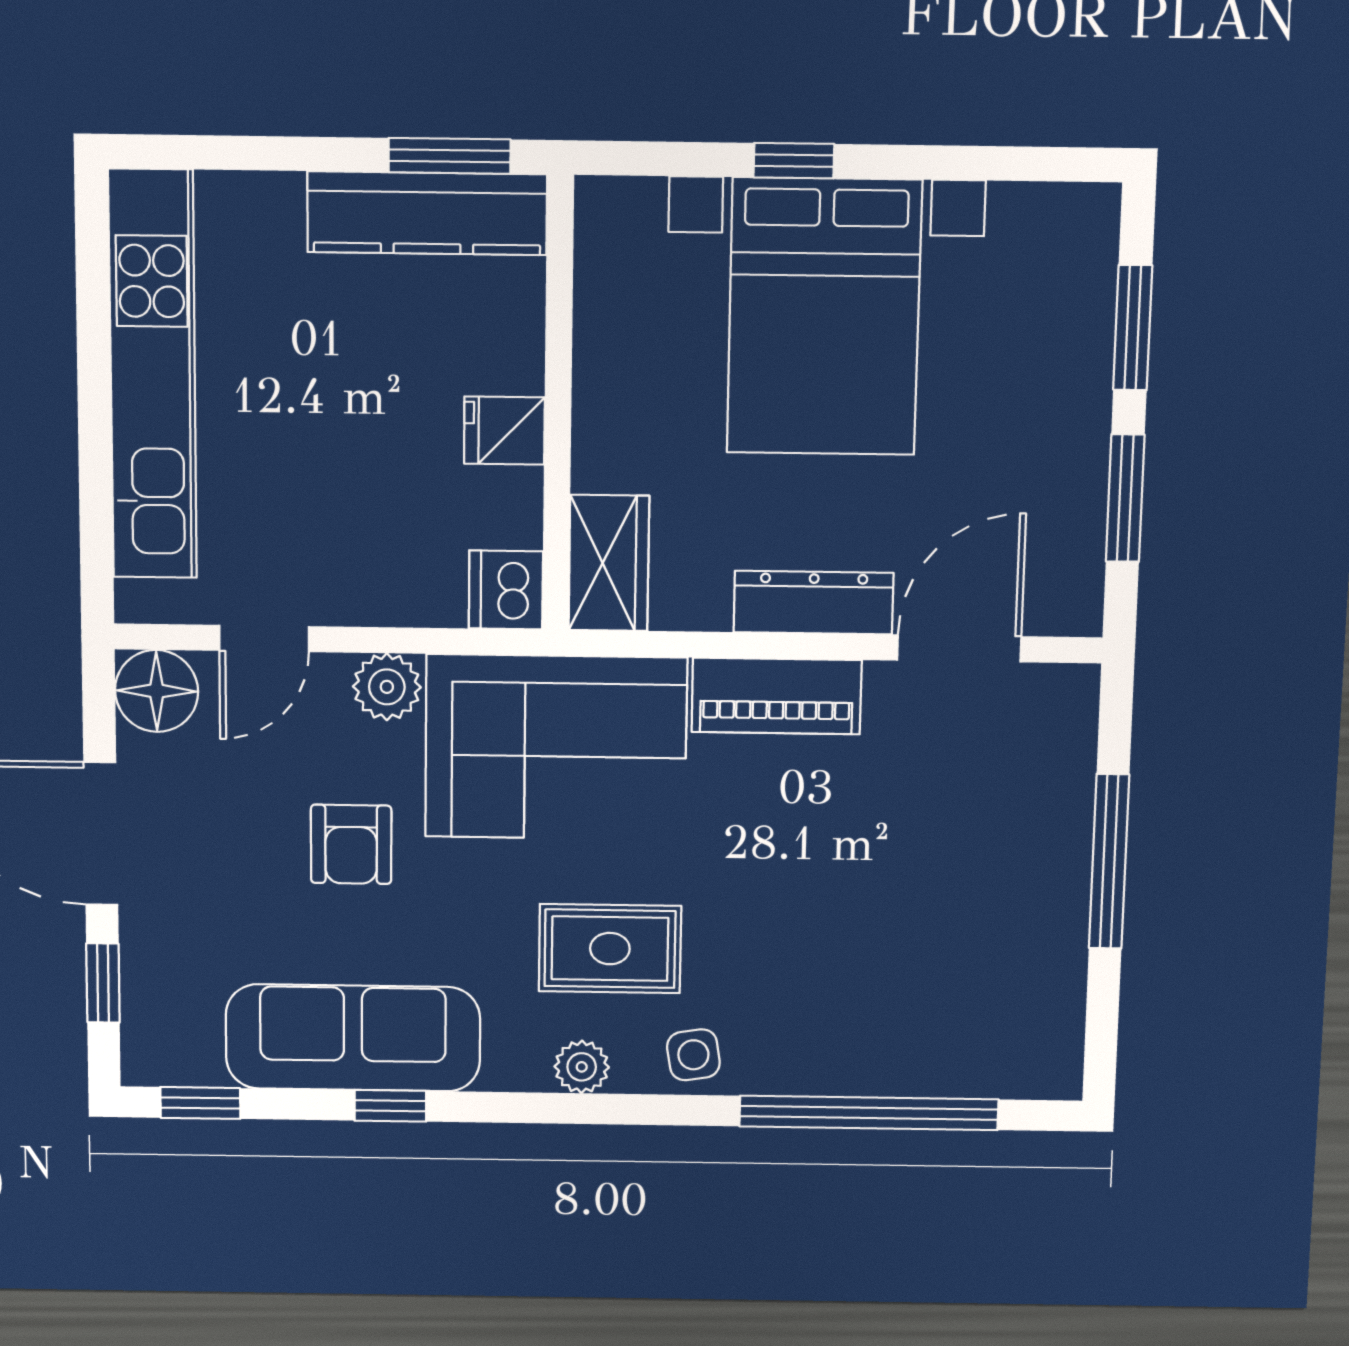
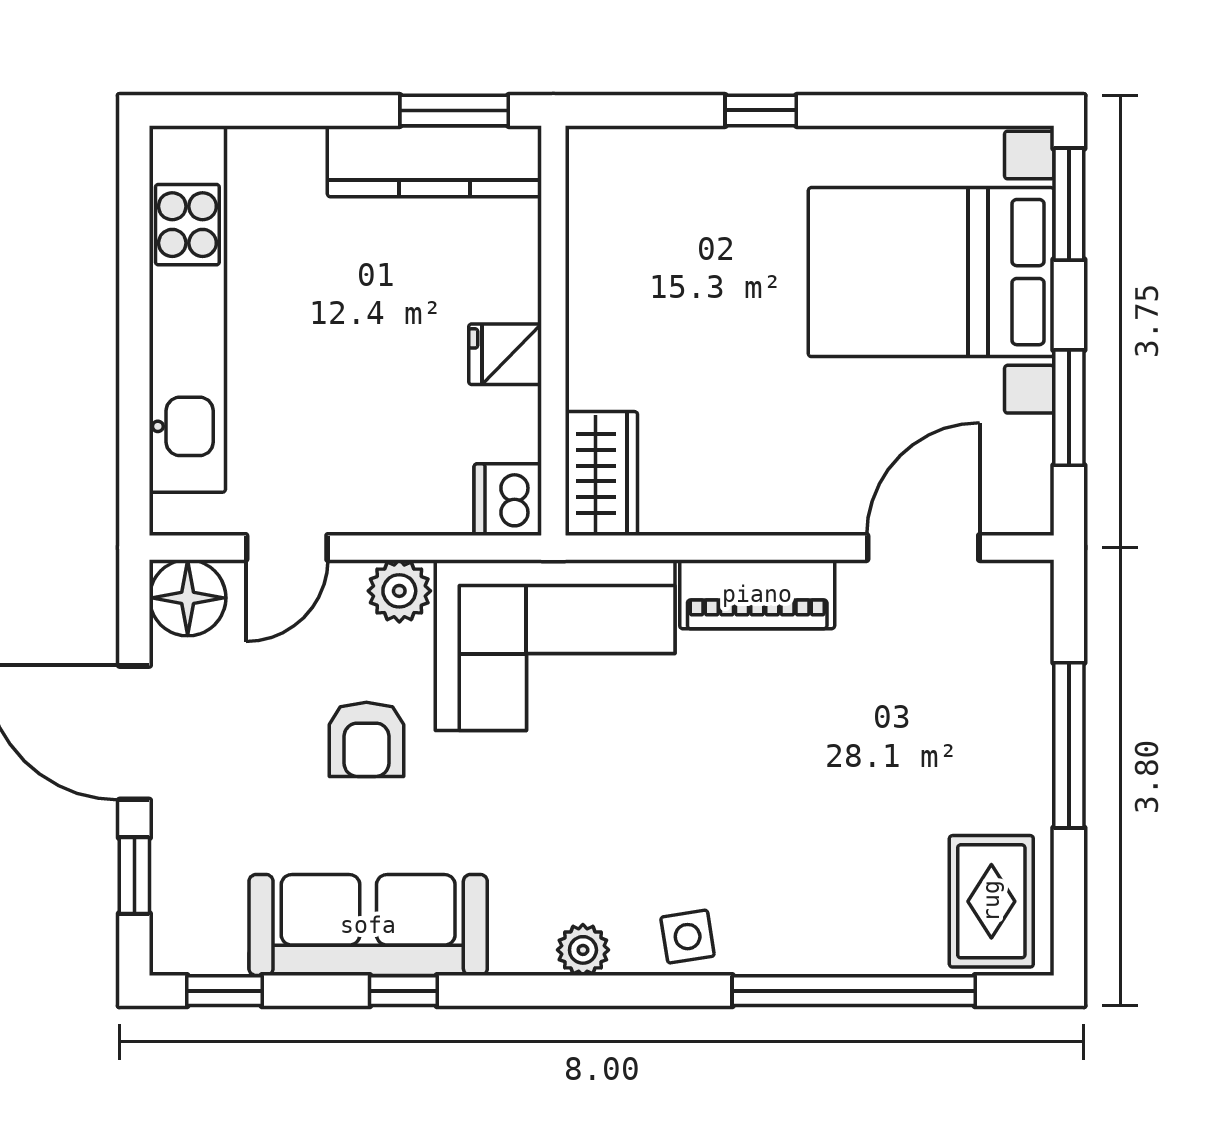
bed with nightstands: (824, 317) -> (931, 272), moved, turned 90
window: (1133, 328) -> (1069, 204), moved
dresser: (814, 603) -> (789, 507), removed
rug: (610, 949) -> (991, 901), moved, turned 90

